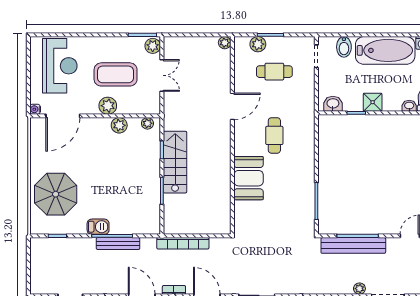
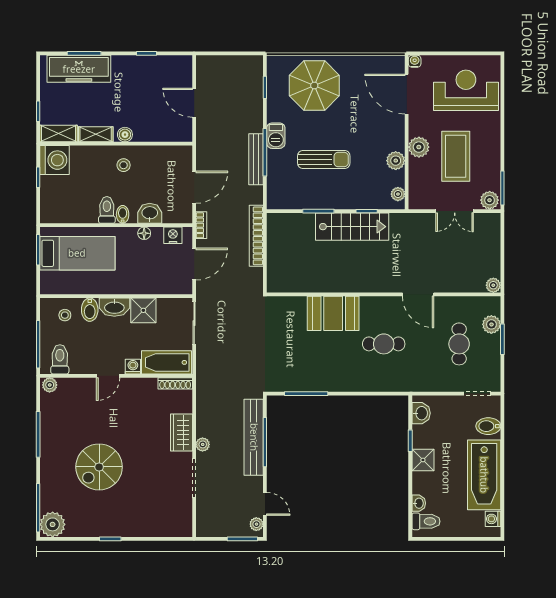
reception desk: (60, 66) -> (466, 90), turned 180
sun lounger: (118, 186) -> (324, 159), added

